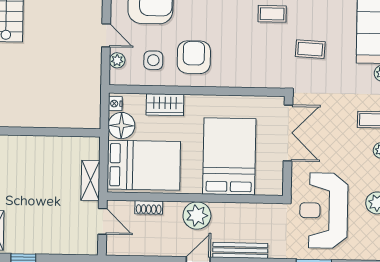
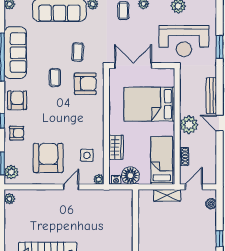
armchair: (194, 57) -> (85, 84), moved, turned 180
plant: (117, 60) -> (99, 179), moved
bed: (144, 165) -> (162, 160), width x0.67
boiler: (76, 247) -> (211, 204), added

